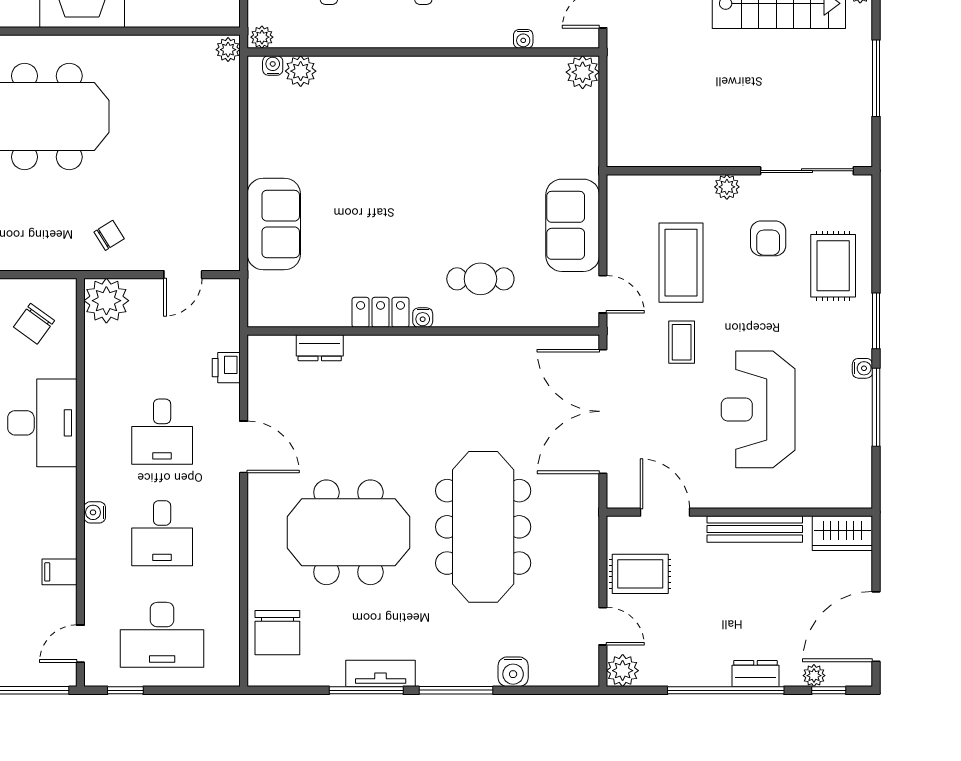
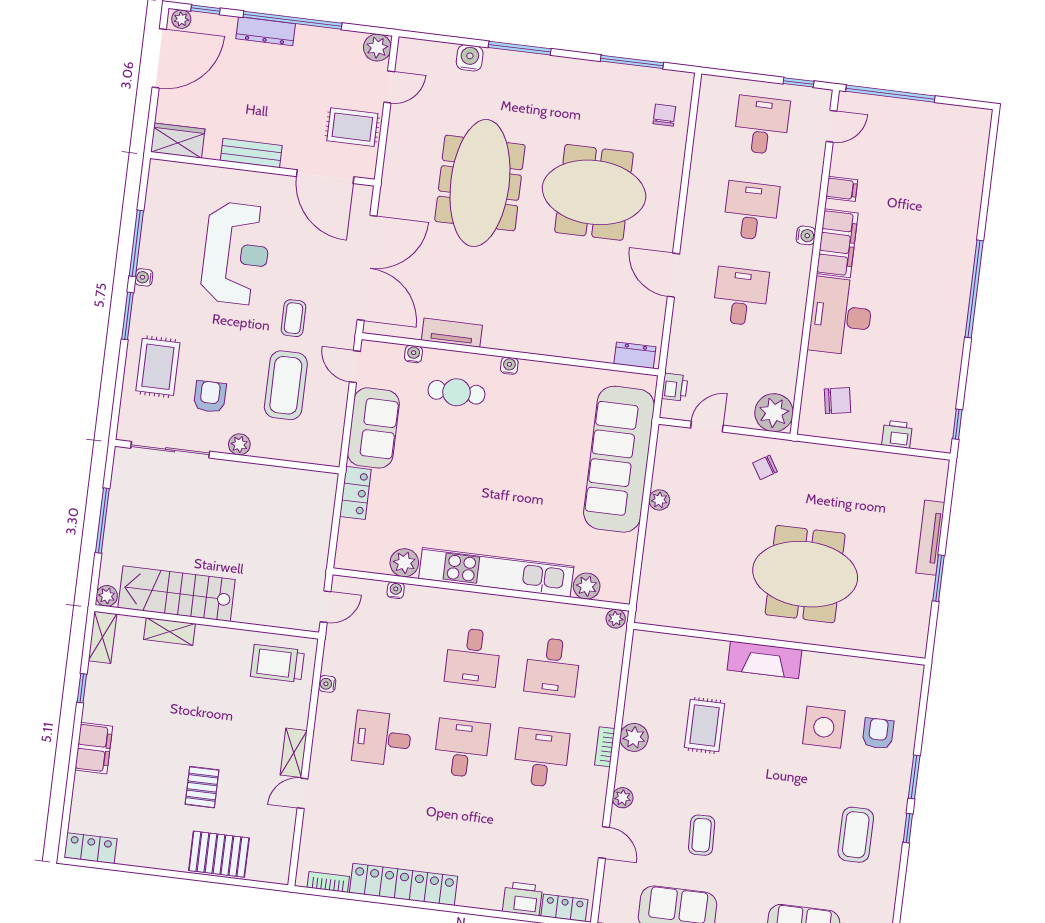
plant: (228, 50) -> (659, 500), moved
water cooler: (273, 65) -> (413, 354), moved, turned 180
plant: (583, 72) -> (404, 563), moved
kitchen unit: (408, 74) -> (496, 572), added
sofa: (274, 224) -> (619, 459), width x1.85, depth x1.27
locker: (381, 312) -> (355, 493), moved, turned -90
chair: (34, 324) -> (837, 401), turned 44
dresser: (320, 348) -> (635, 355), moved
printer: (226, 368) -> (675, 387), moved
filing cabinet: (57, 508) -> (837, 243), added
door: (665, 512) -> (325, 177), width x1.36
bench: (755, 529) -> (251, 153), width x0.73
door: (603, 626) -> (389, 87), swing flipped
chair: (277, 633) -> (664, 115), width x0.54, depth x0.54
desk: (162, 635) -> (762, 125), width x0.73
tv unit: (381, 673) -> (452, 333), moved, turned 180
dresser: (755, 673) -> (266, 31), width x1.44
plant: (814, 676) -> (181, 19), moved
window: (366, 690) -> (632, 62), moved

